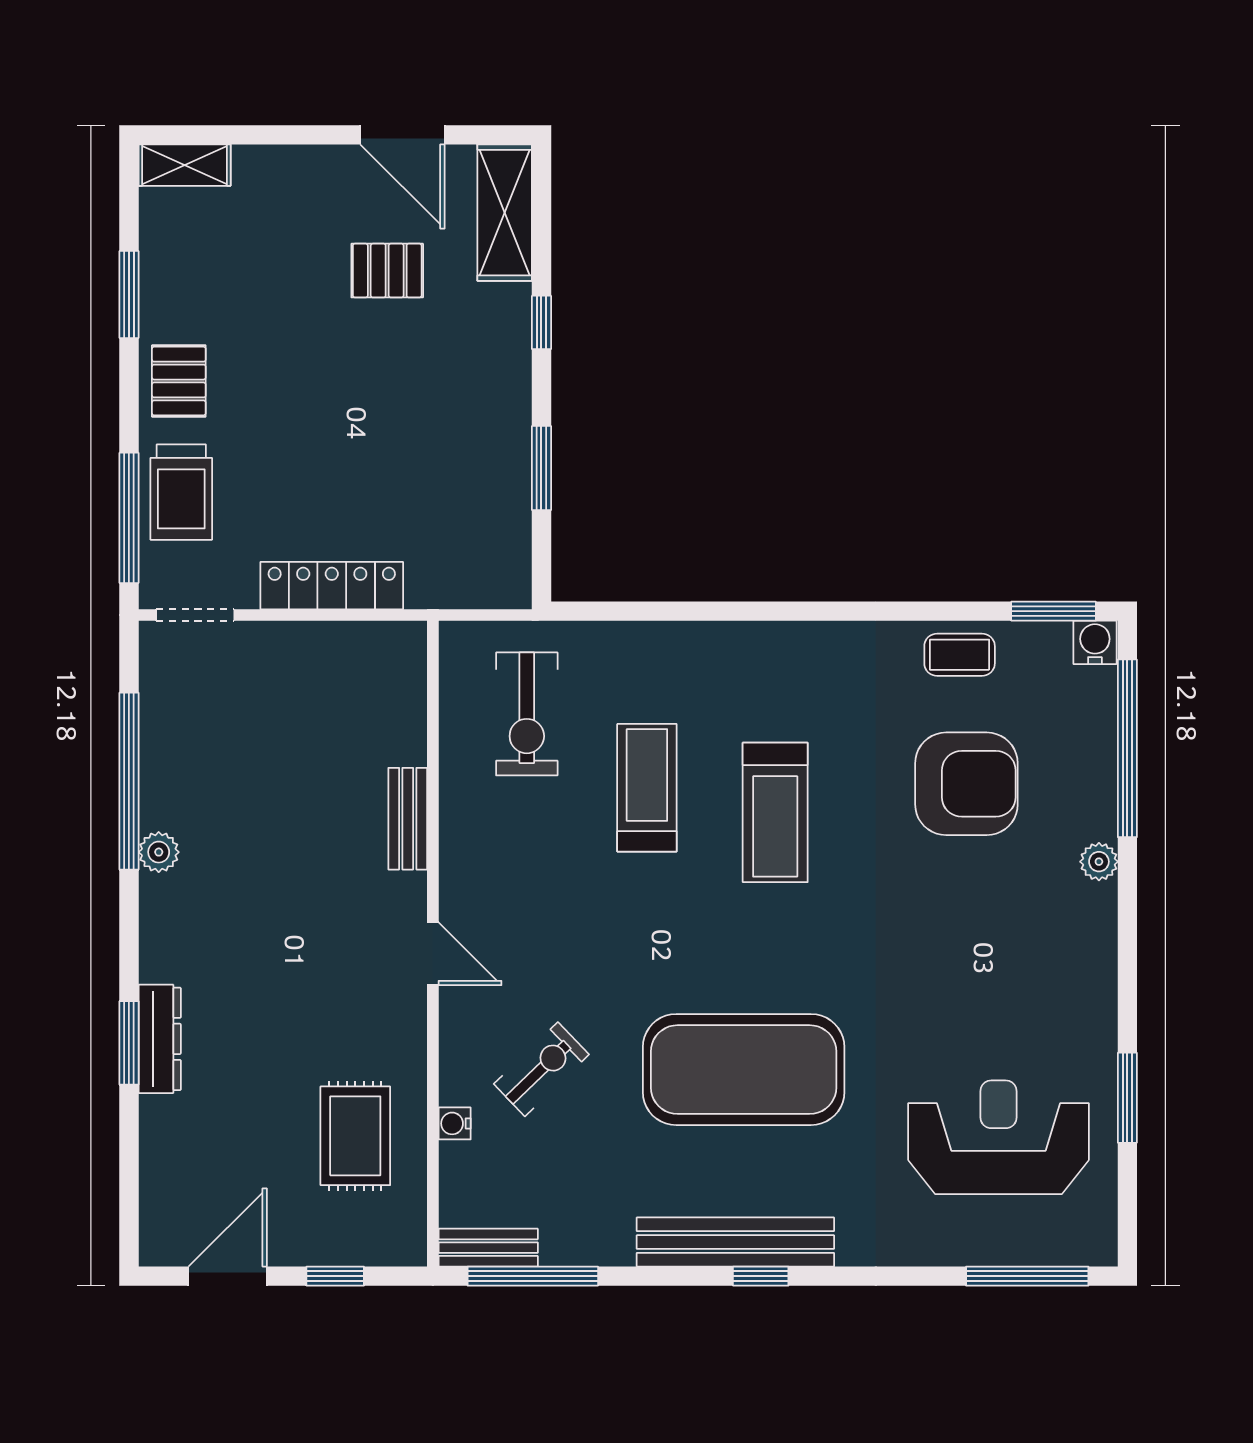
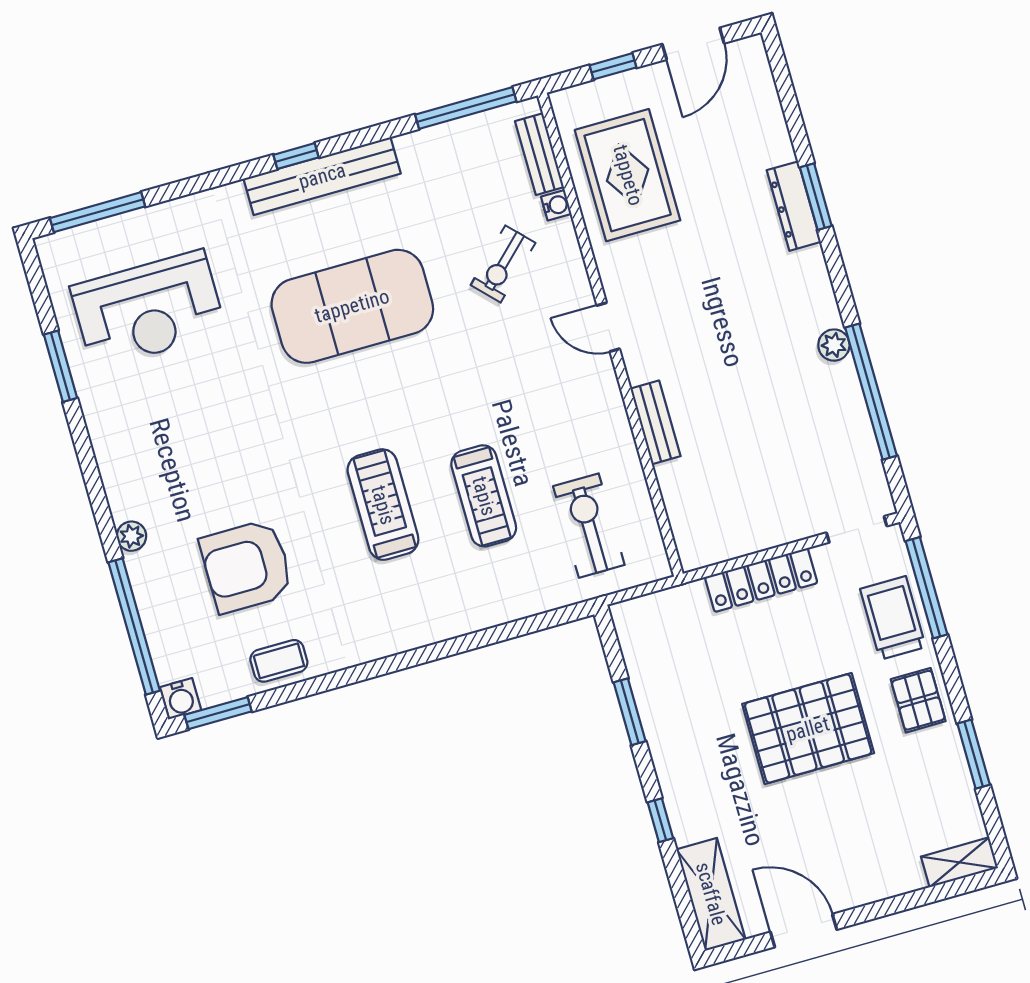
pallet: (387, 271) -> (808, 729), moved, width x2.05, depth x2.00
rug: (355, 1136) -> (628, 175), width x1.36, depth x1.43
bench: (488, 1248) -> (539, 154), moved, turned 90

